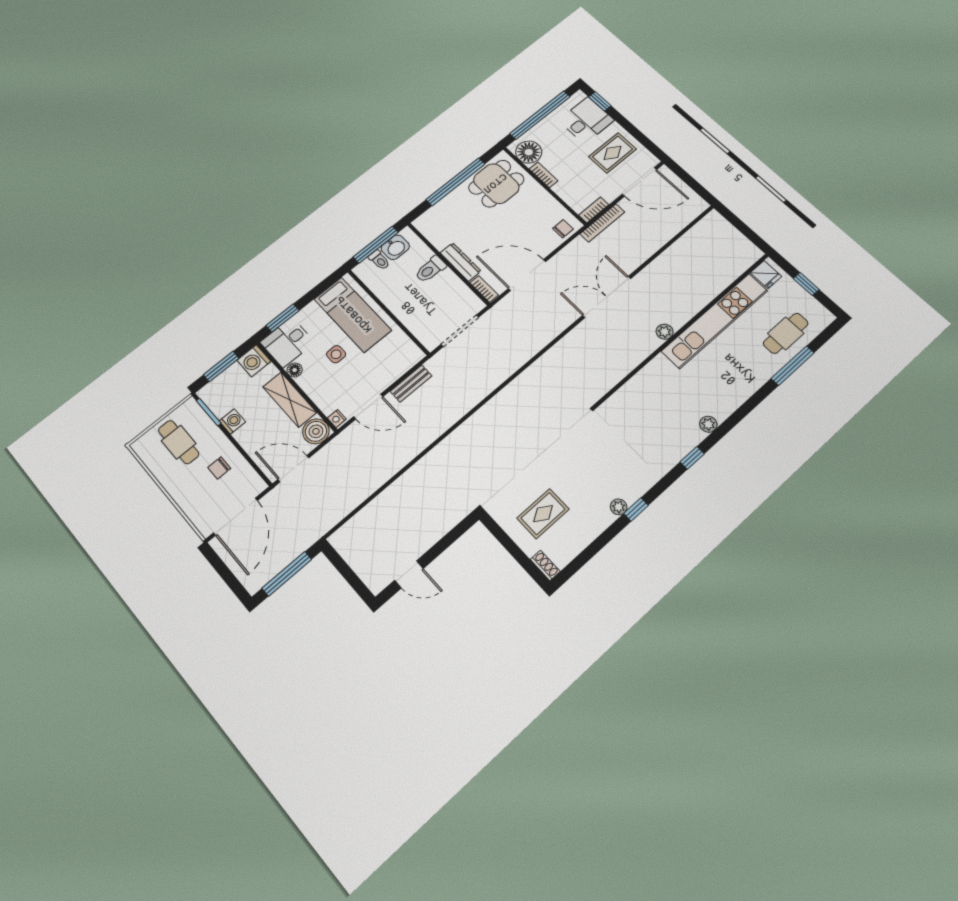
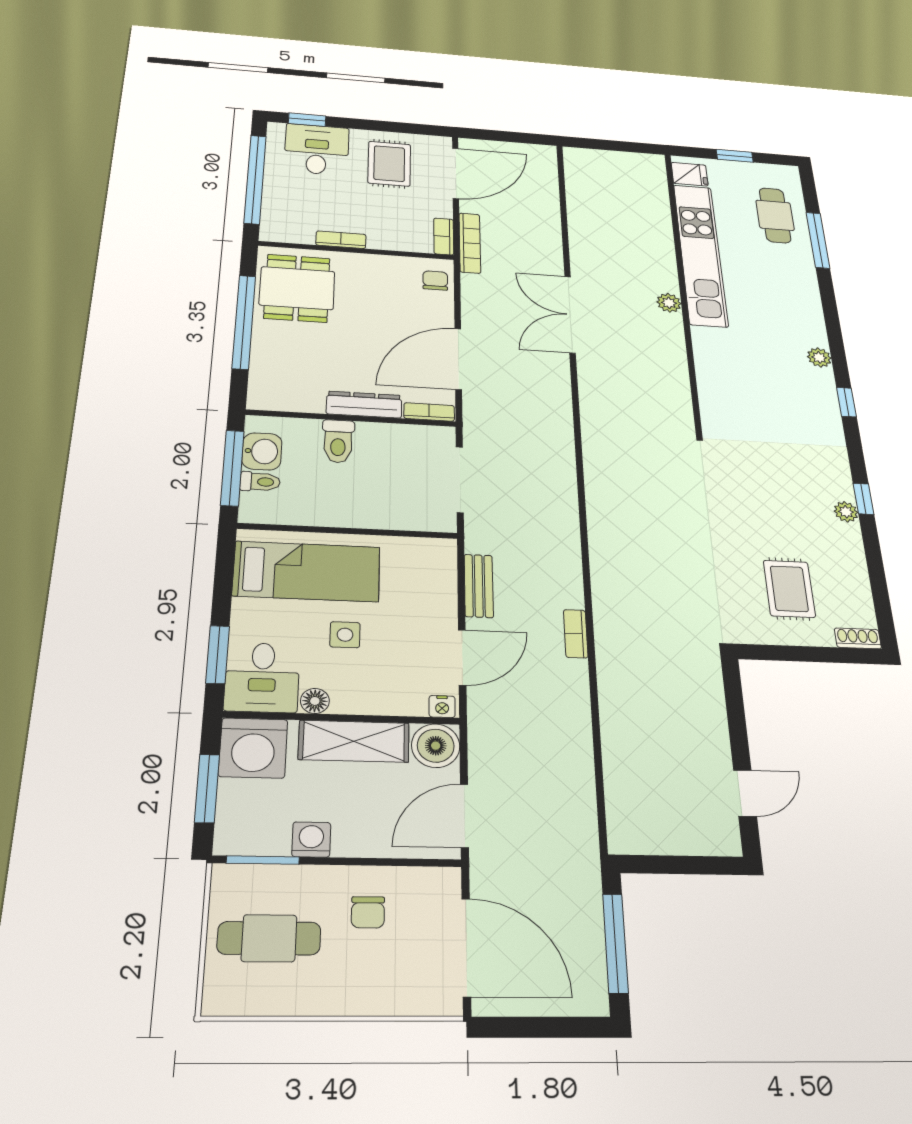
floor lamp: (529, 152) -> (292, 228), removed
washing machine: (254, 361) -> (253, 748), width x1.37, depth x1.37
bookcase: (425, 441) -> (576, 634), added

